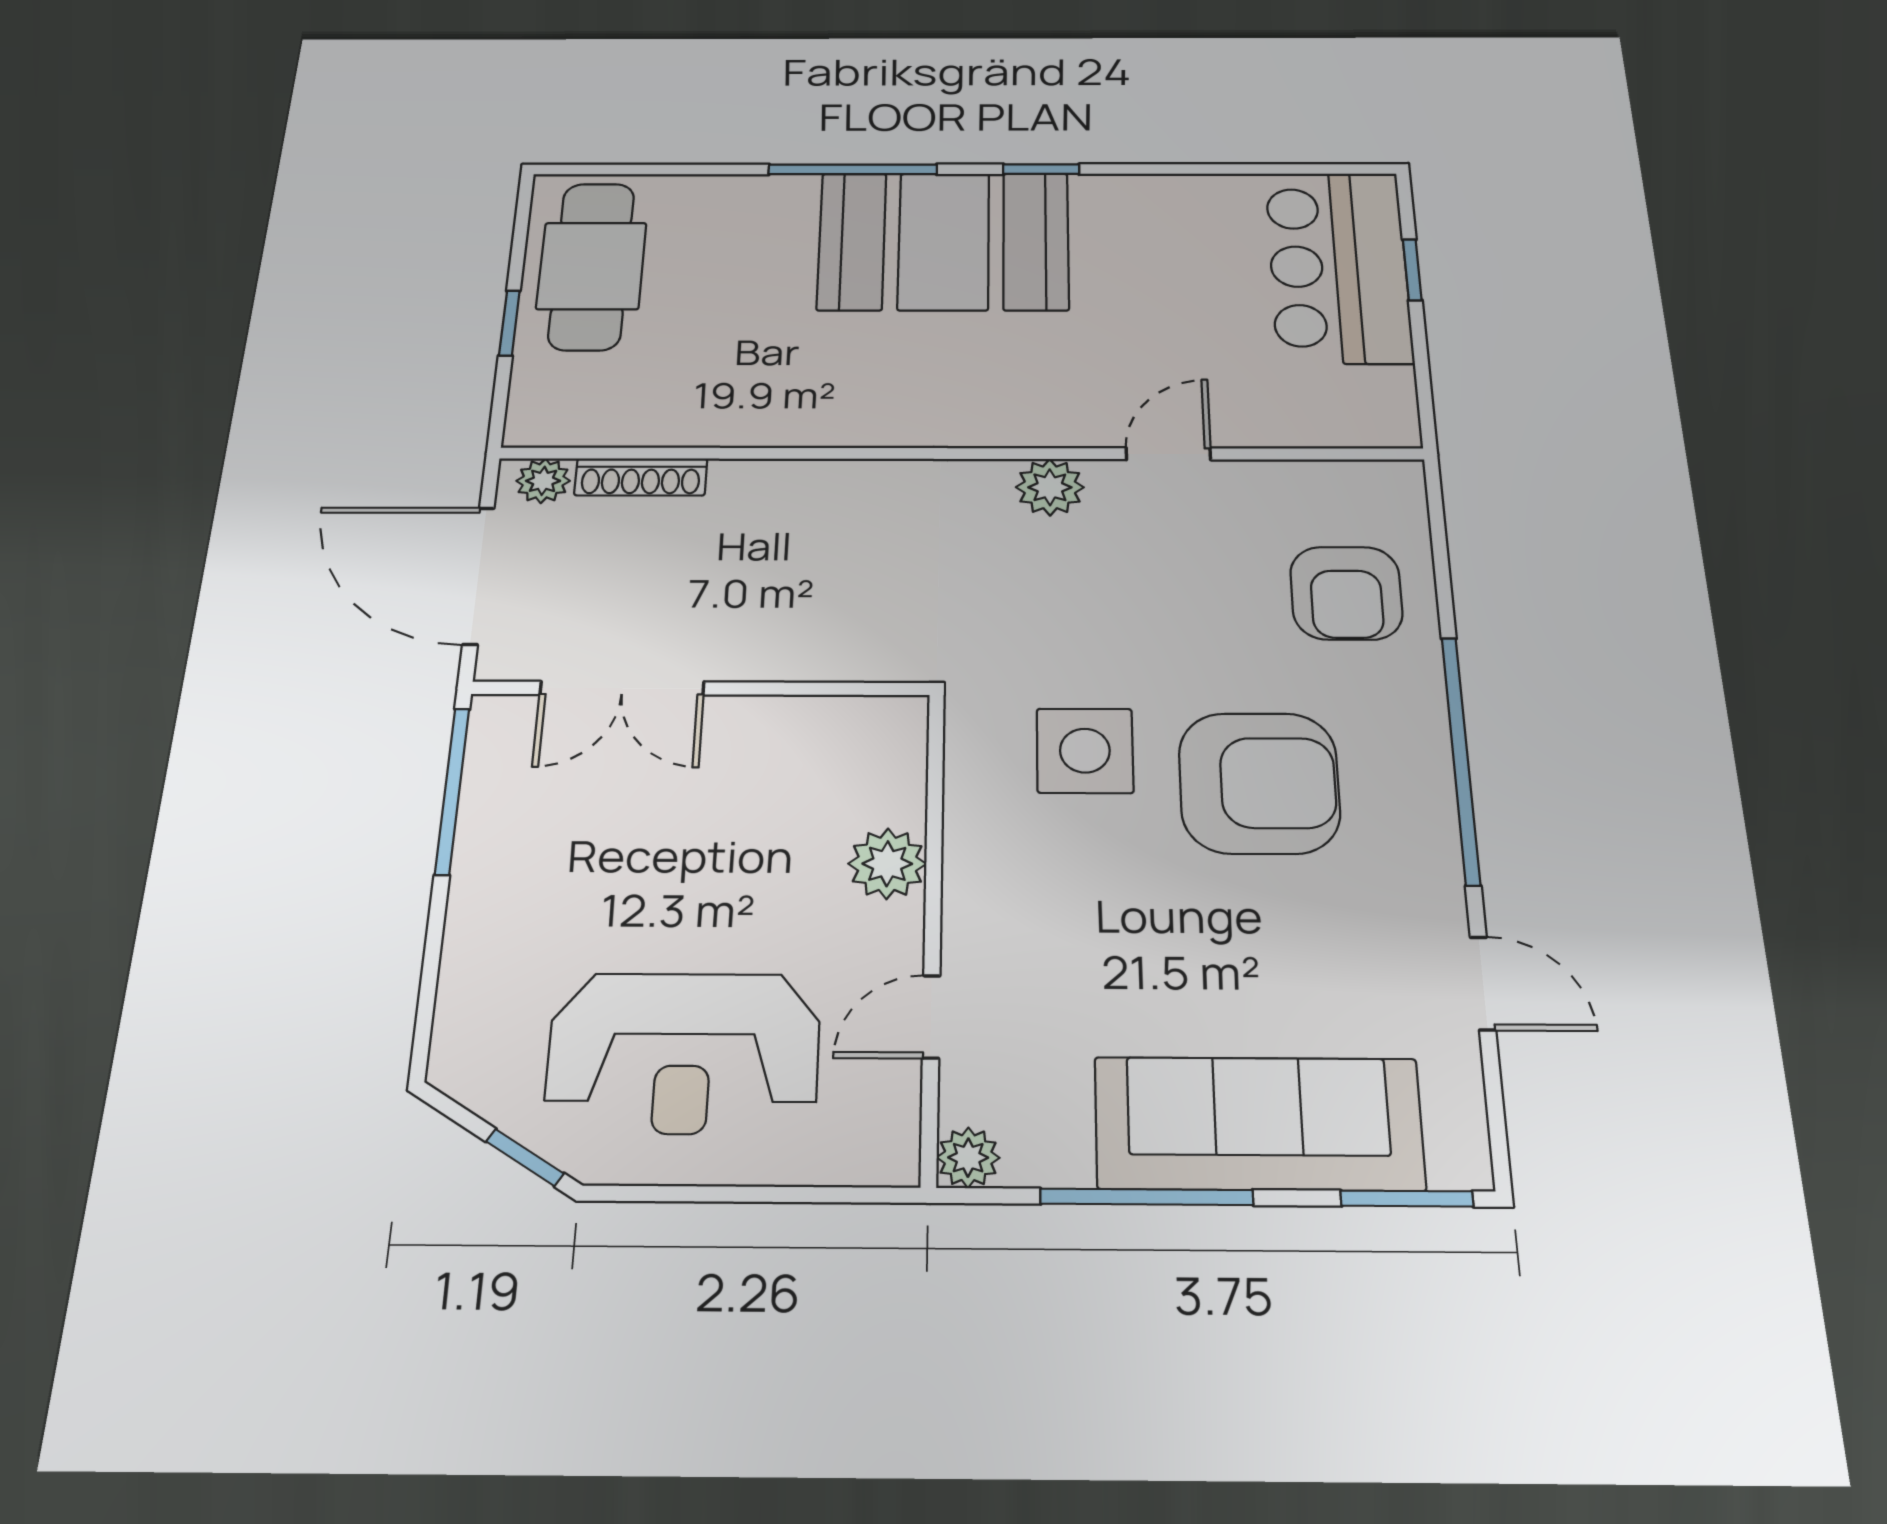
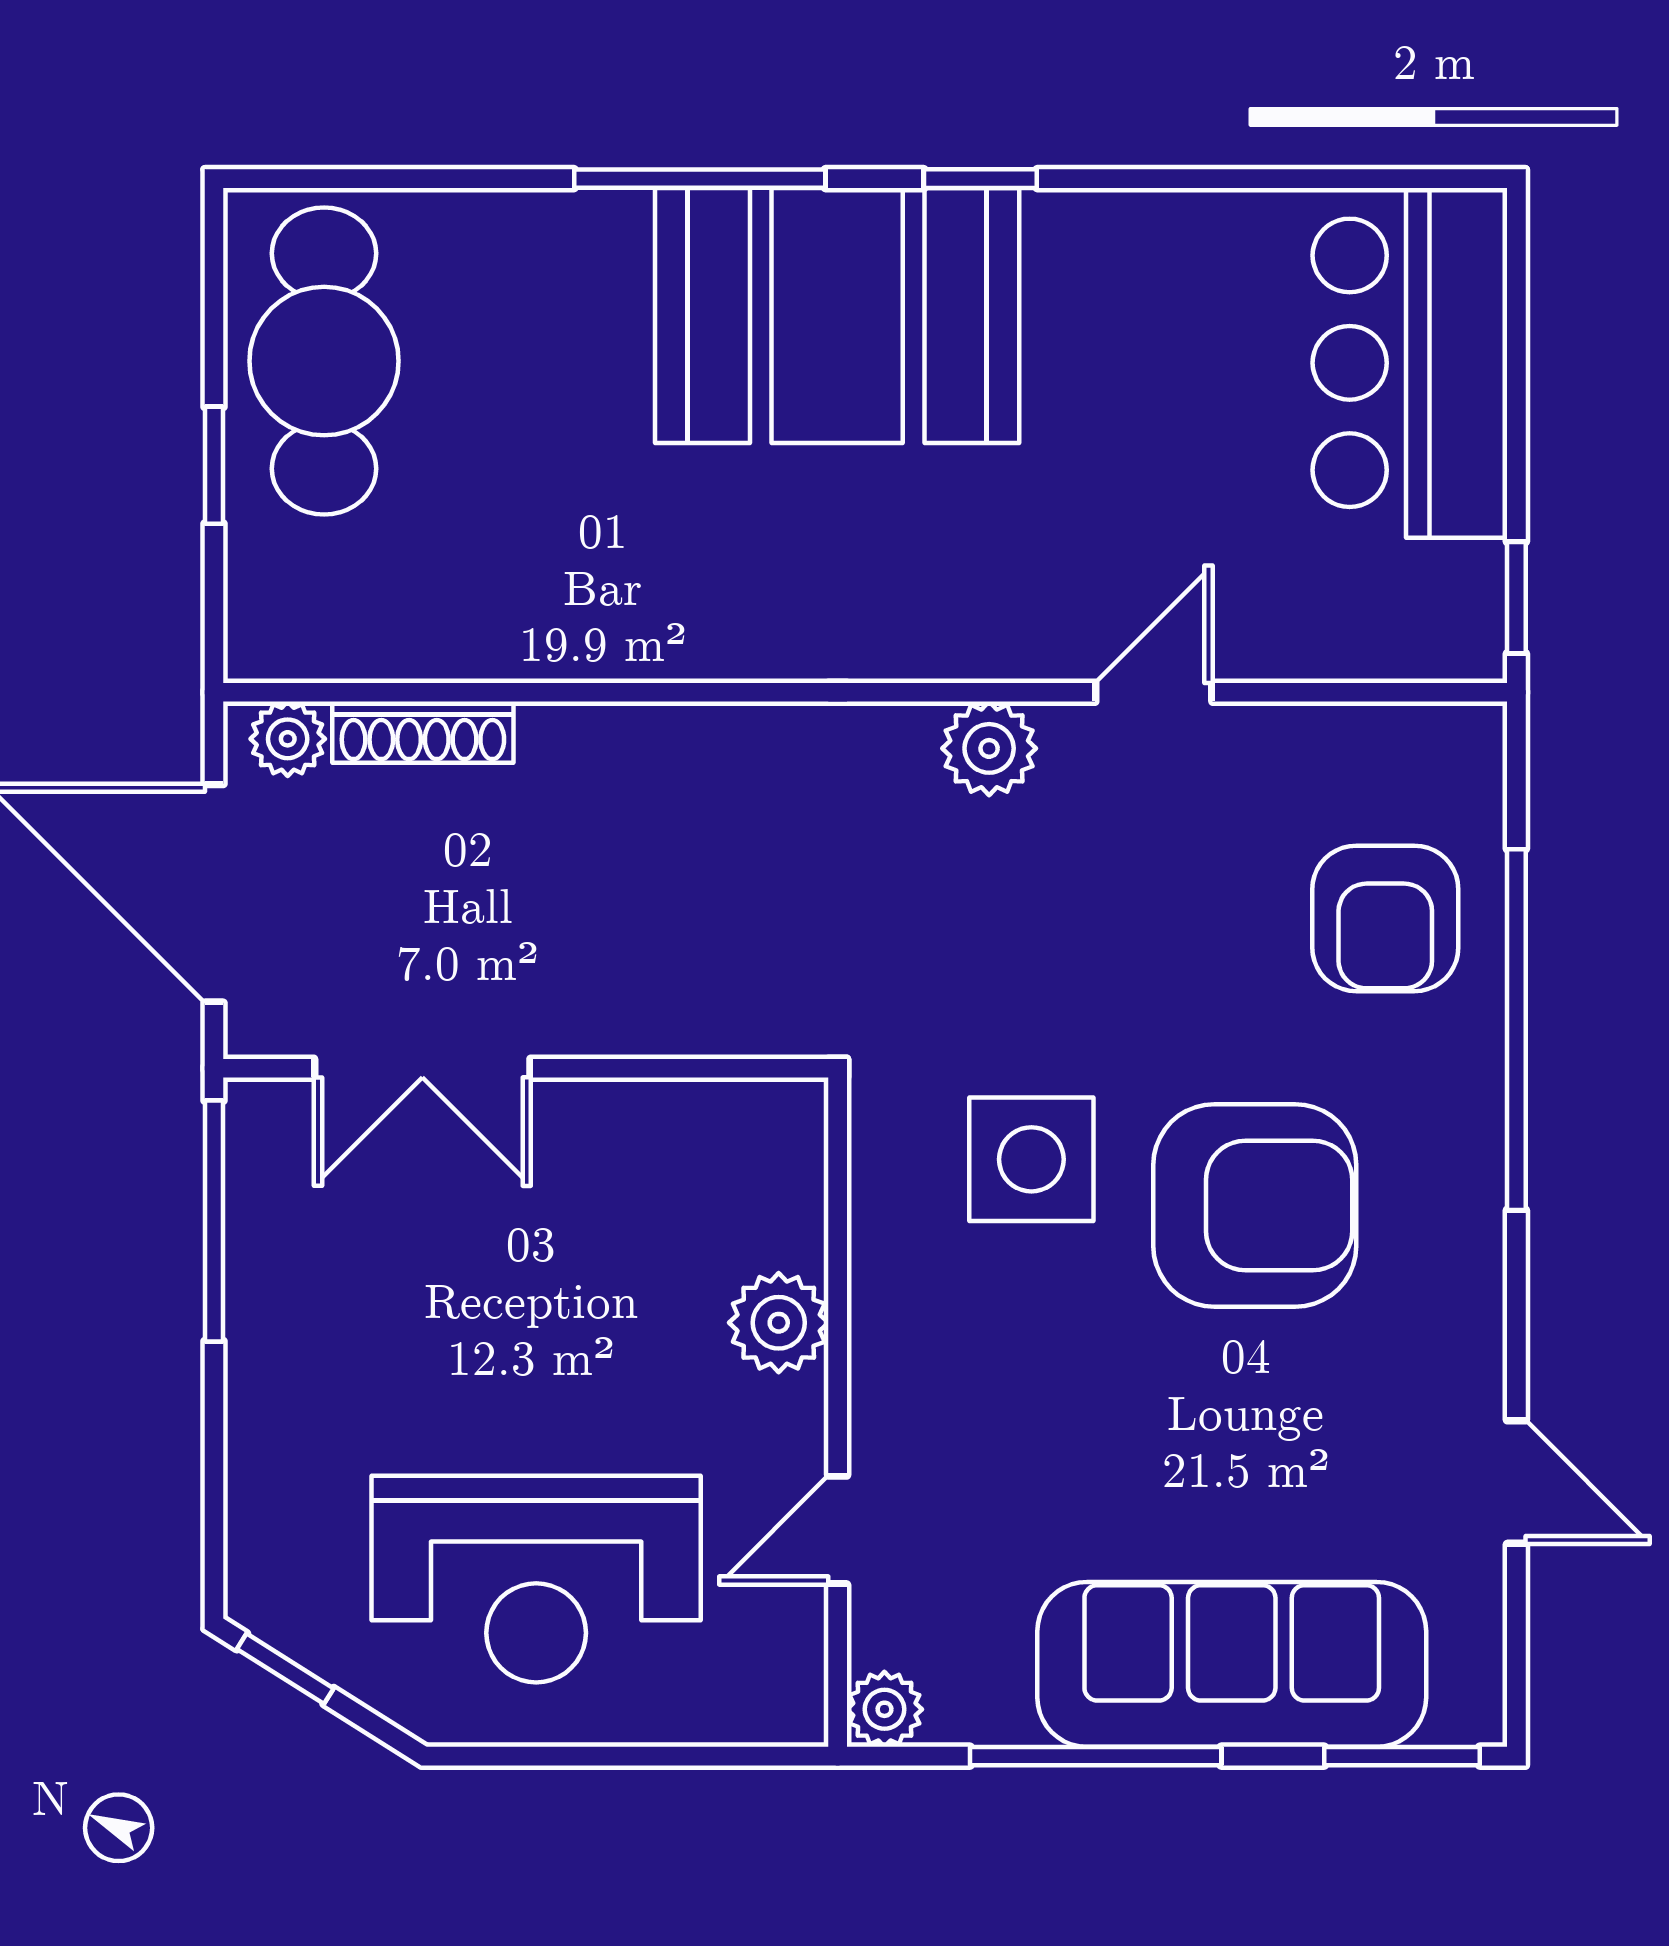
window: (1412, 270) -> (1516, 598), moved
window: (1461, 759) -> (1516, 1030), moved
window: (525, 1157) -> (285, 1669), moved

